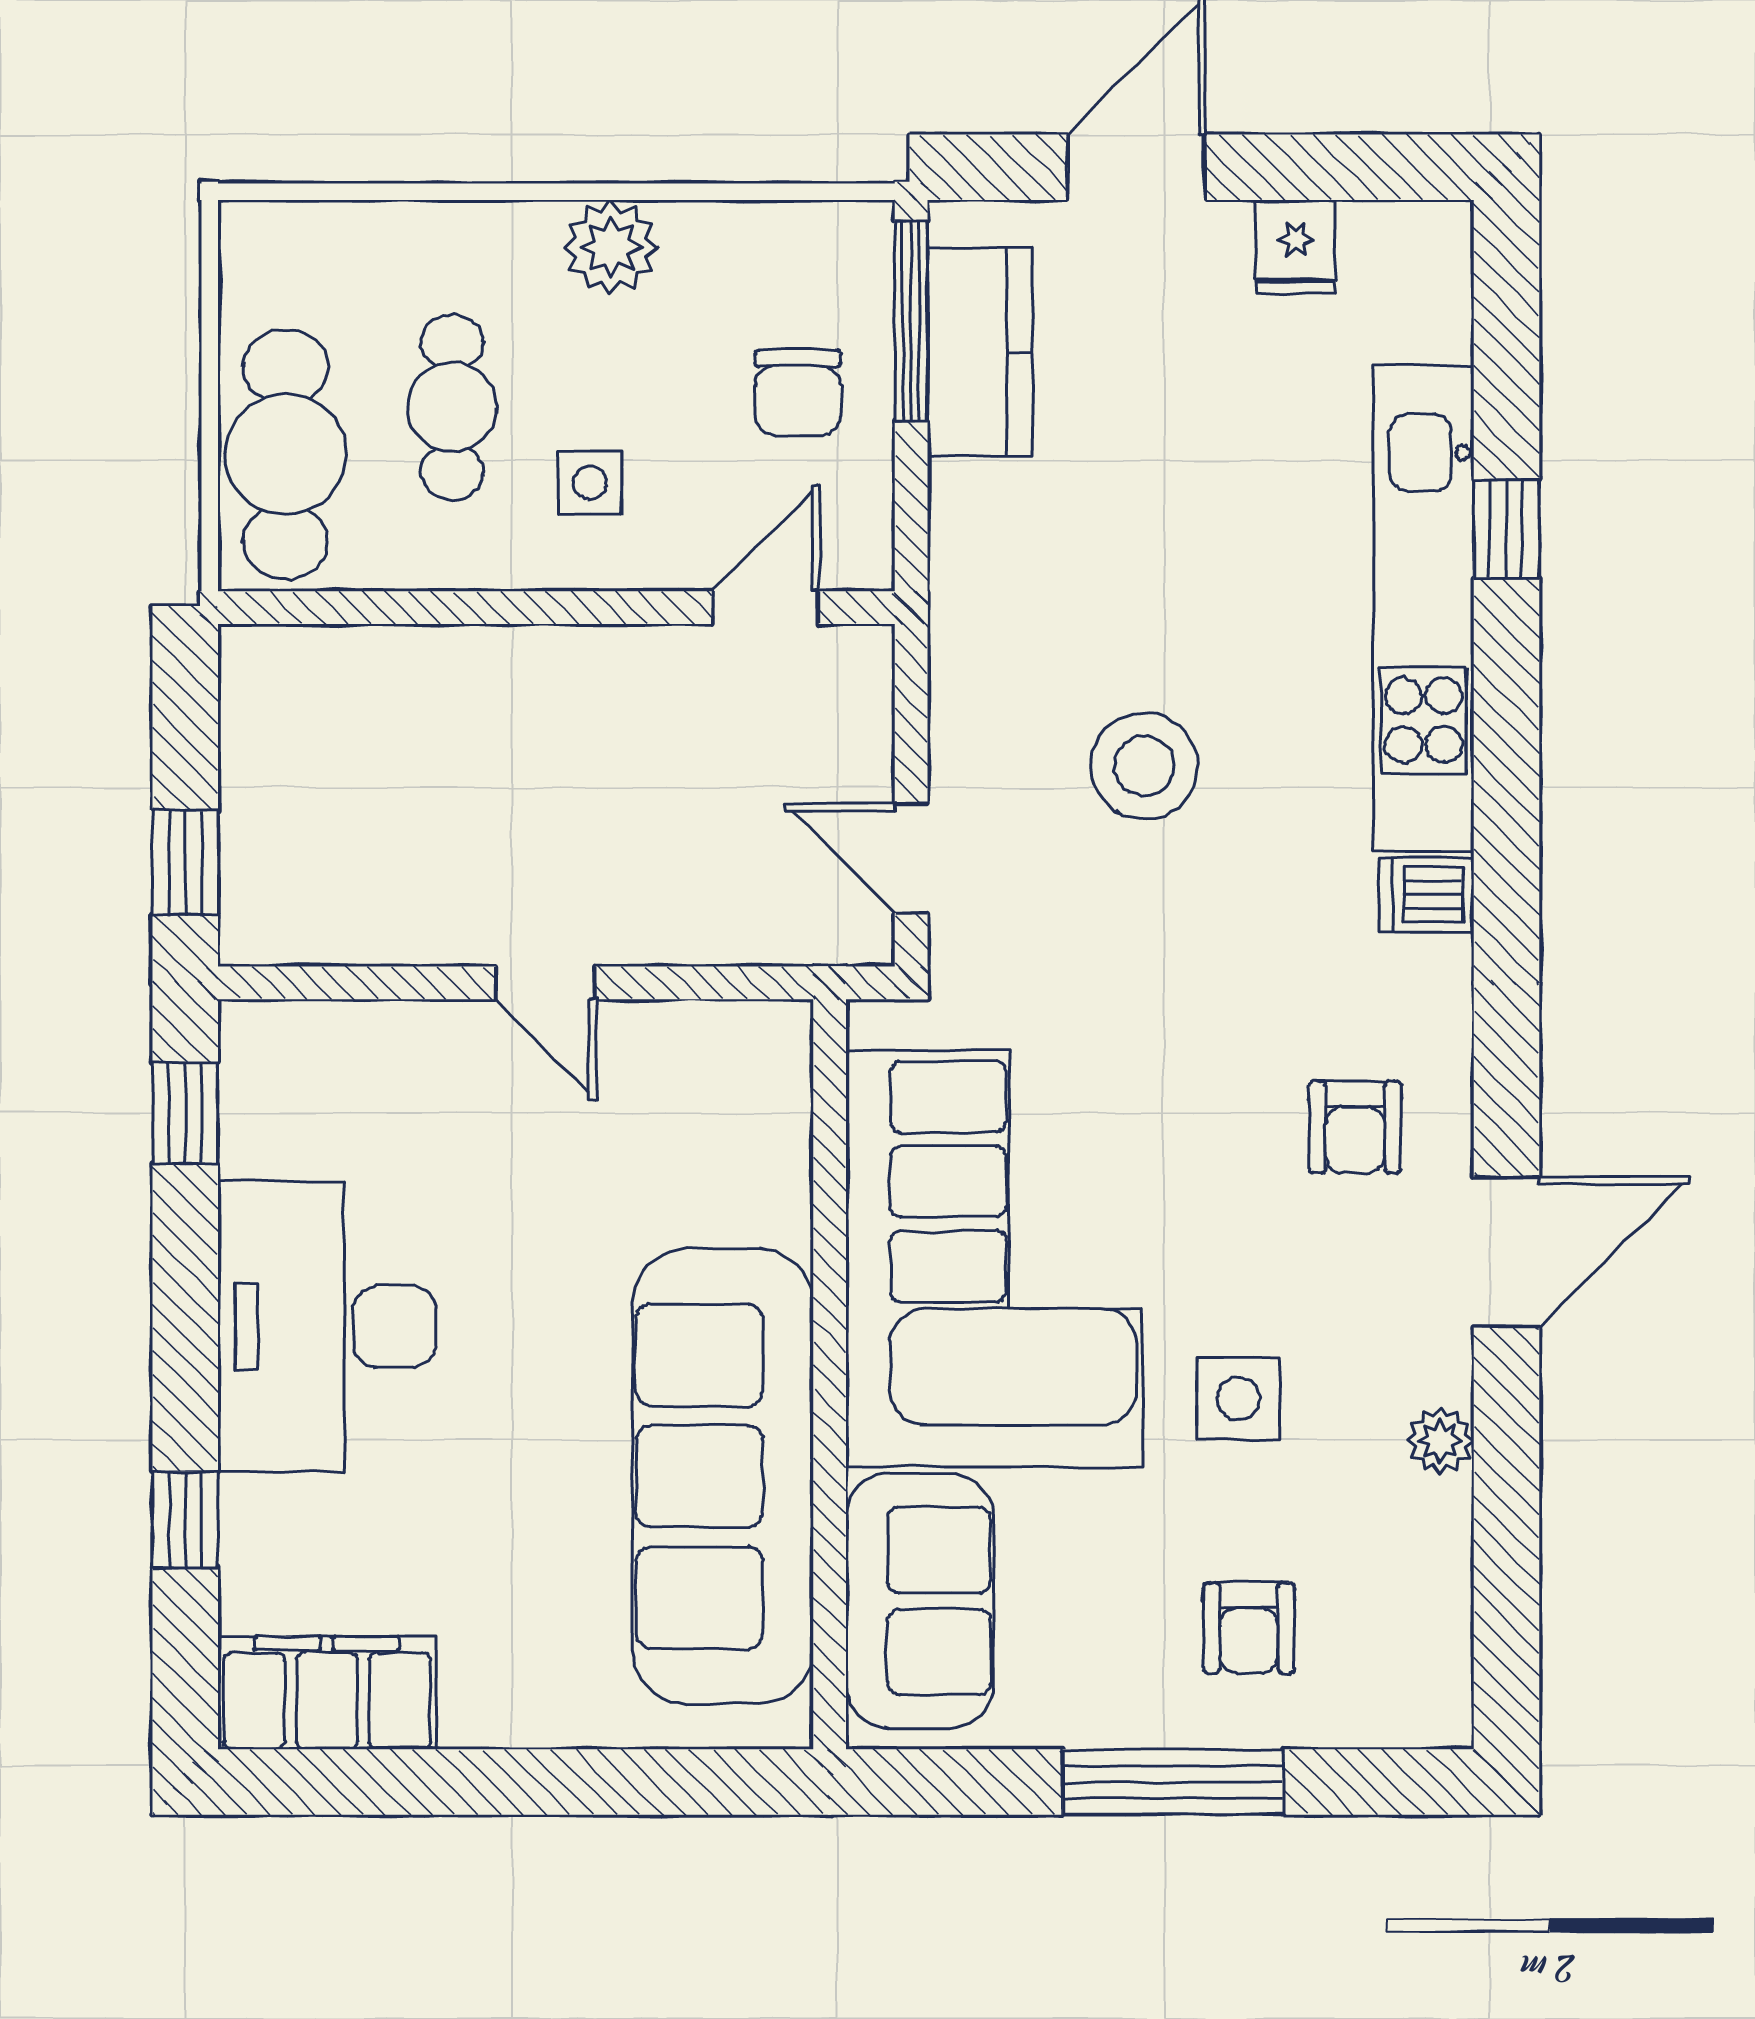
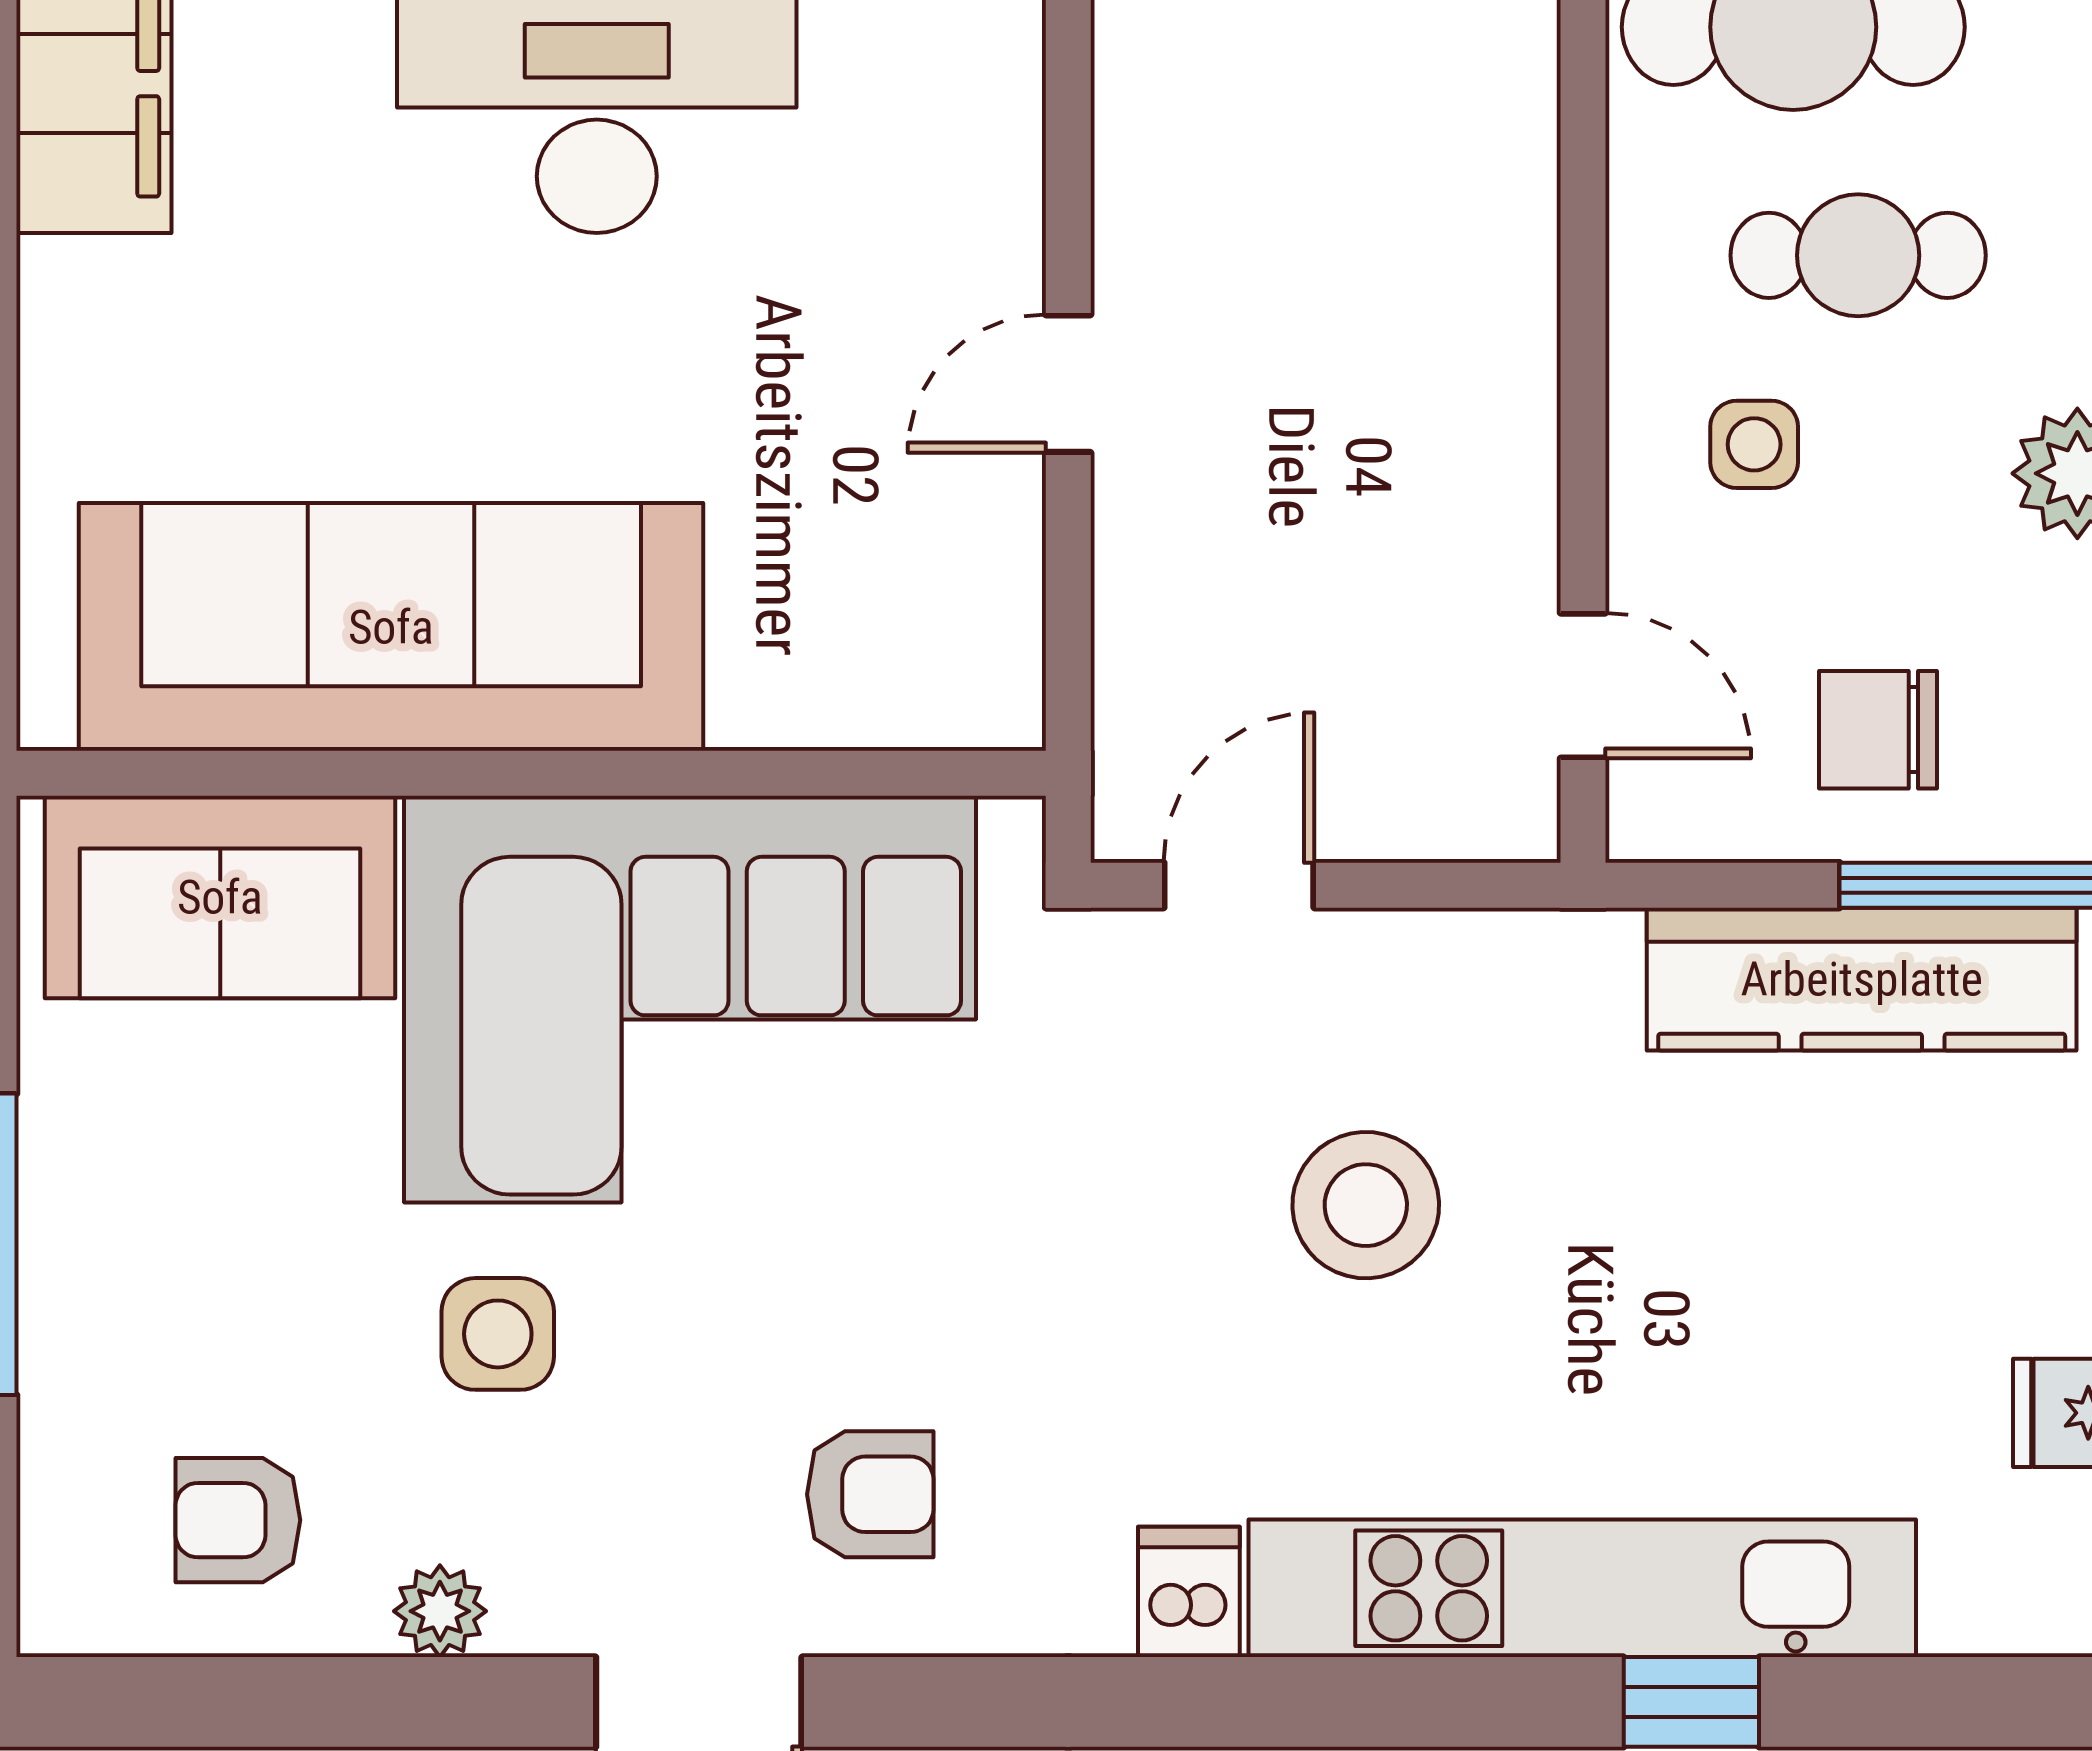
kitchen counter: (980, 352) -> (1862, 979), width x1.50
armchair: (1355, 1127) -> (870, 1494), turned 180
armchair: (1249, 1628) -> (238, 1520), moved

